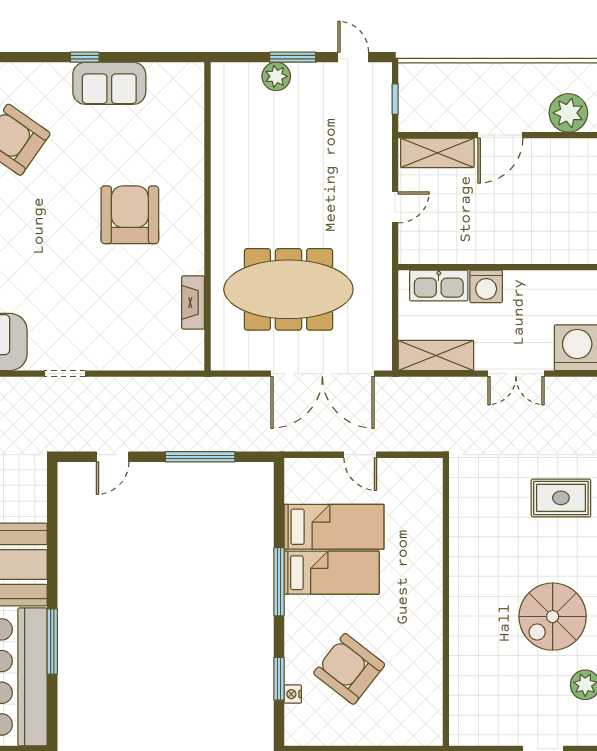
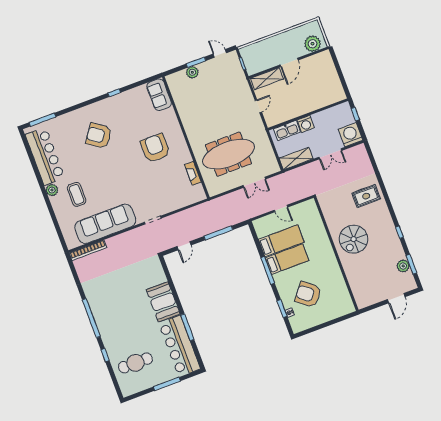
sofa: (109, 83) -> (159, 95), moved, turned 90
double door: (322, 374) -> (254, 182), width x0.54
spiral stairs: (553, 617) -> (354, 239), moved

